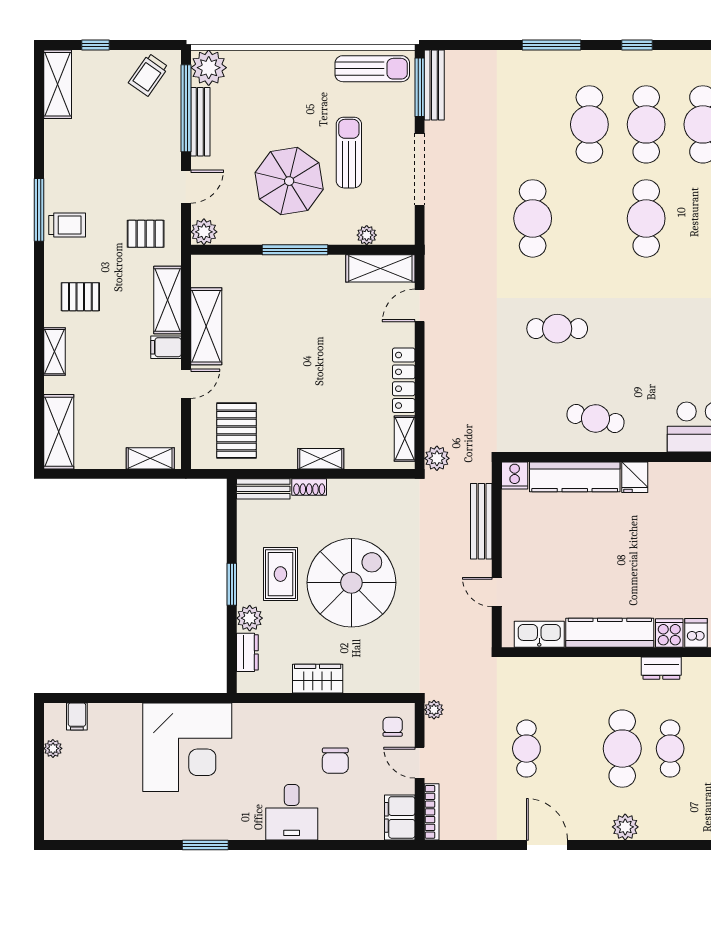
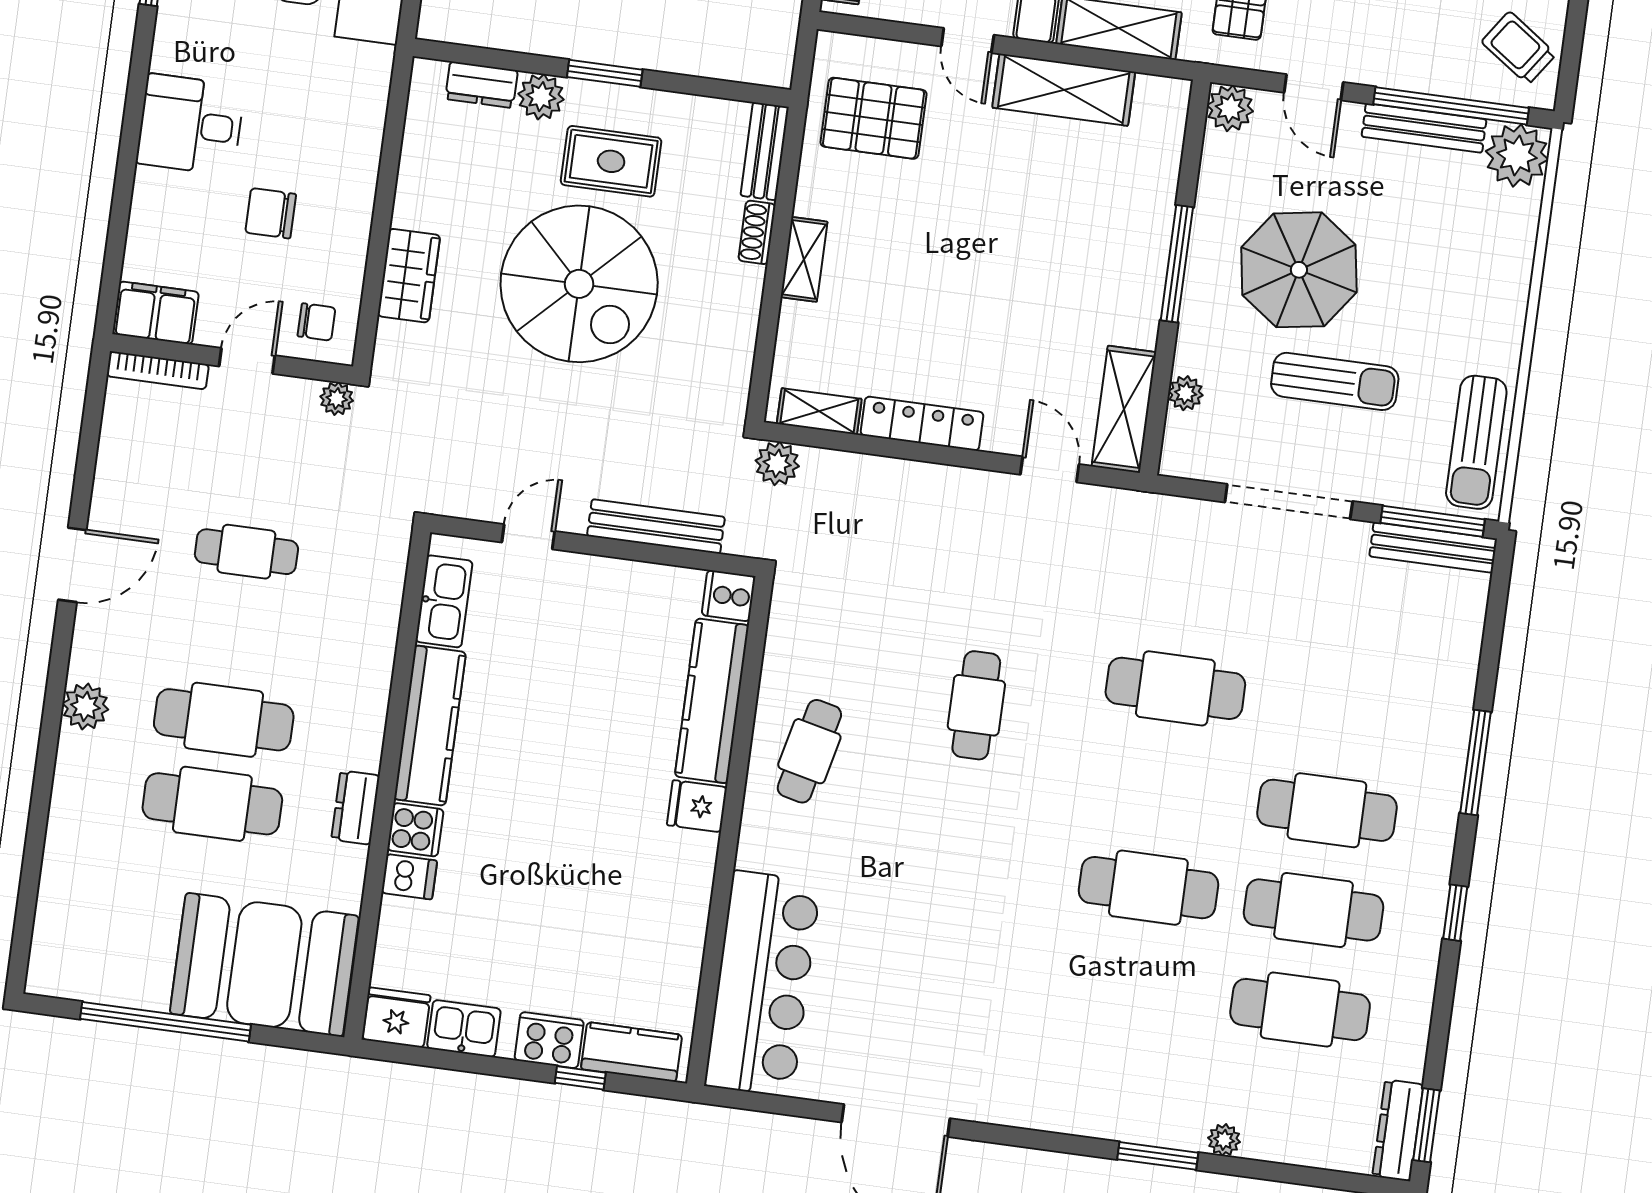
wardrobe: (318, 679) -> (409, 276), moved
cafe table: (670, 749) -> (212, 804), width x1.37, depth x1.35

